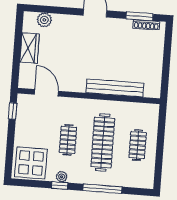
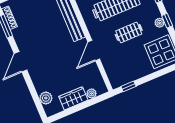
plant: (25, 69) -> (91, 93), added
door: (46, 93) -> (94, 50), moved

